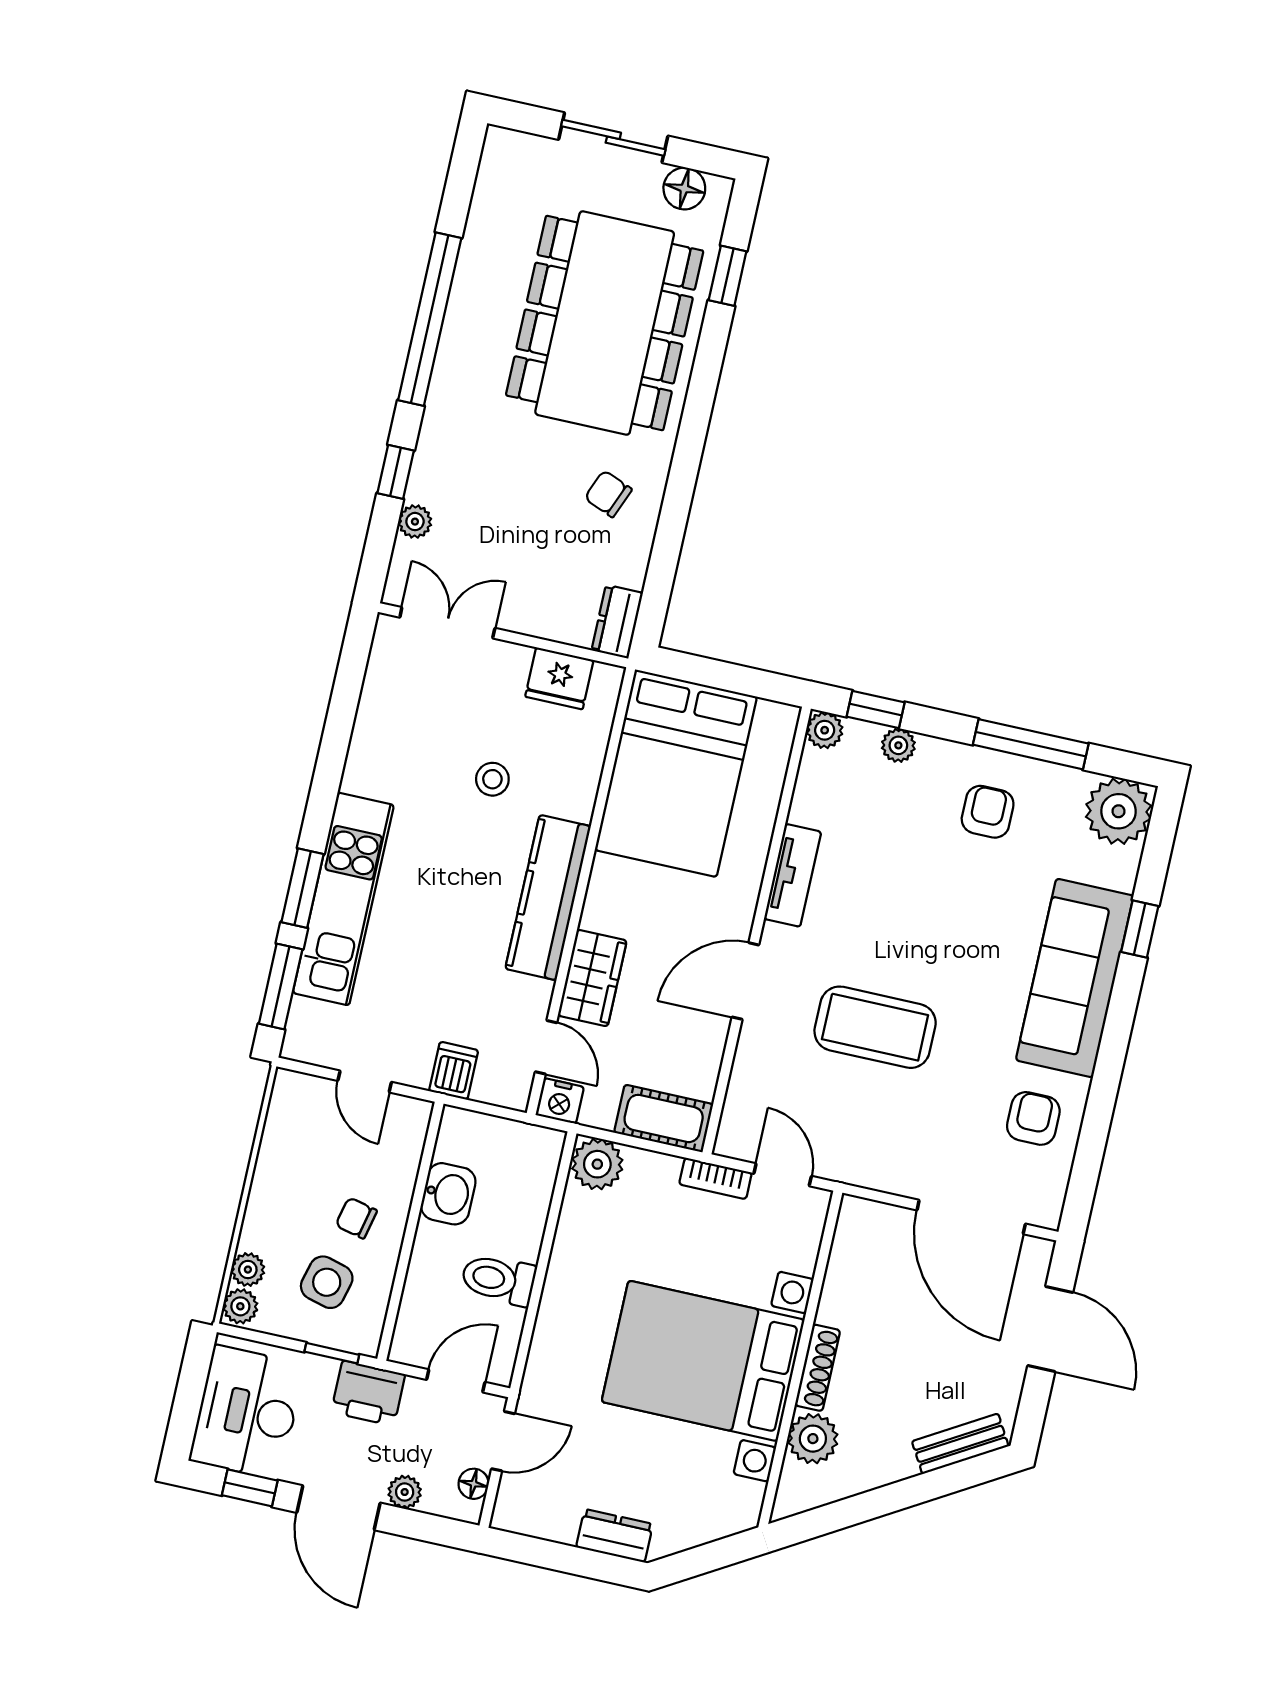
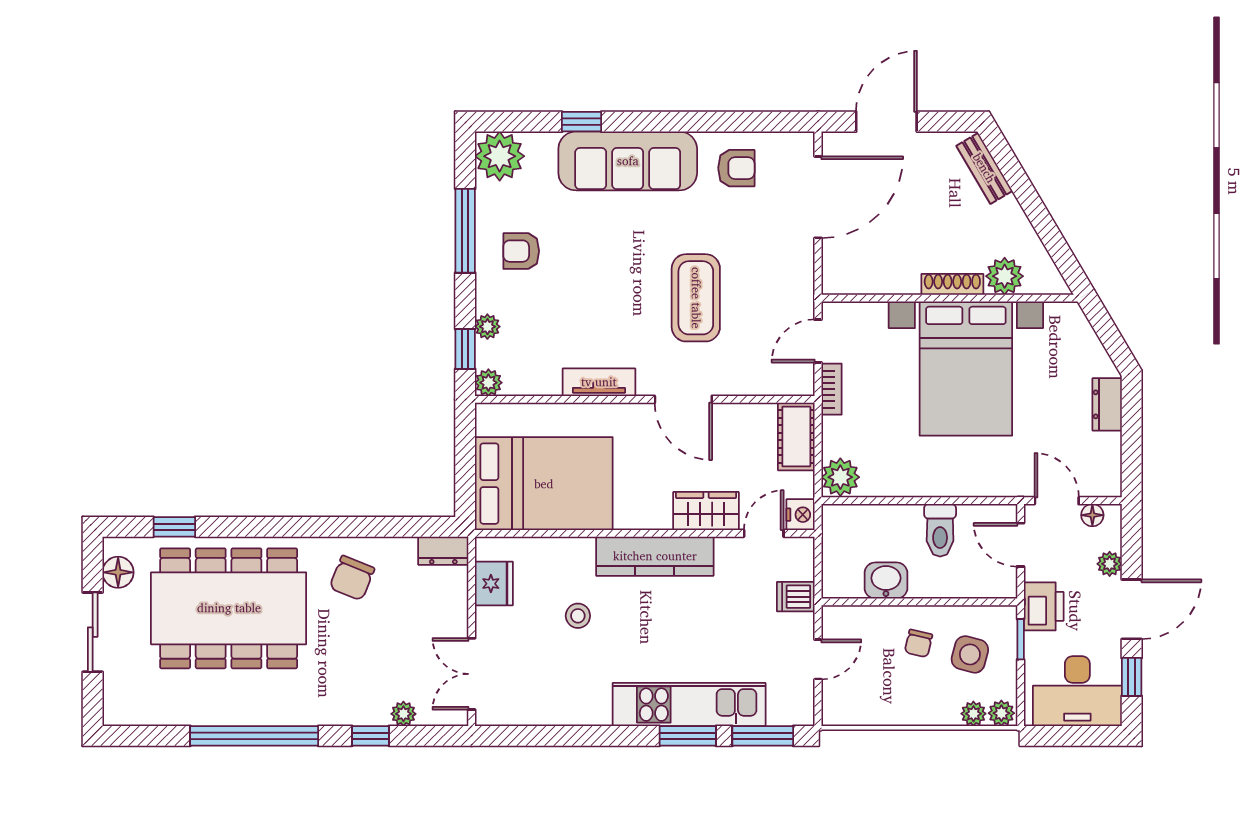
chair: (608, 494) -> (352, 578), width x1.37, depth x1.37
armchair: (1033, 1118) -> (736, 168), turned 180

